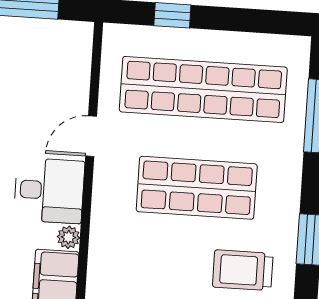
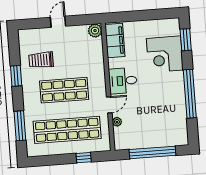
plant: (69, 237) -> (117, 122), moved
trolley: (243, 270) -> (41, 60), turned 180

